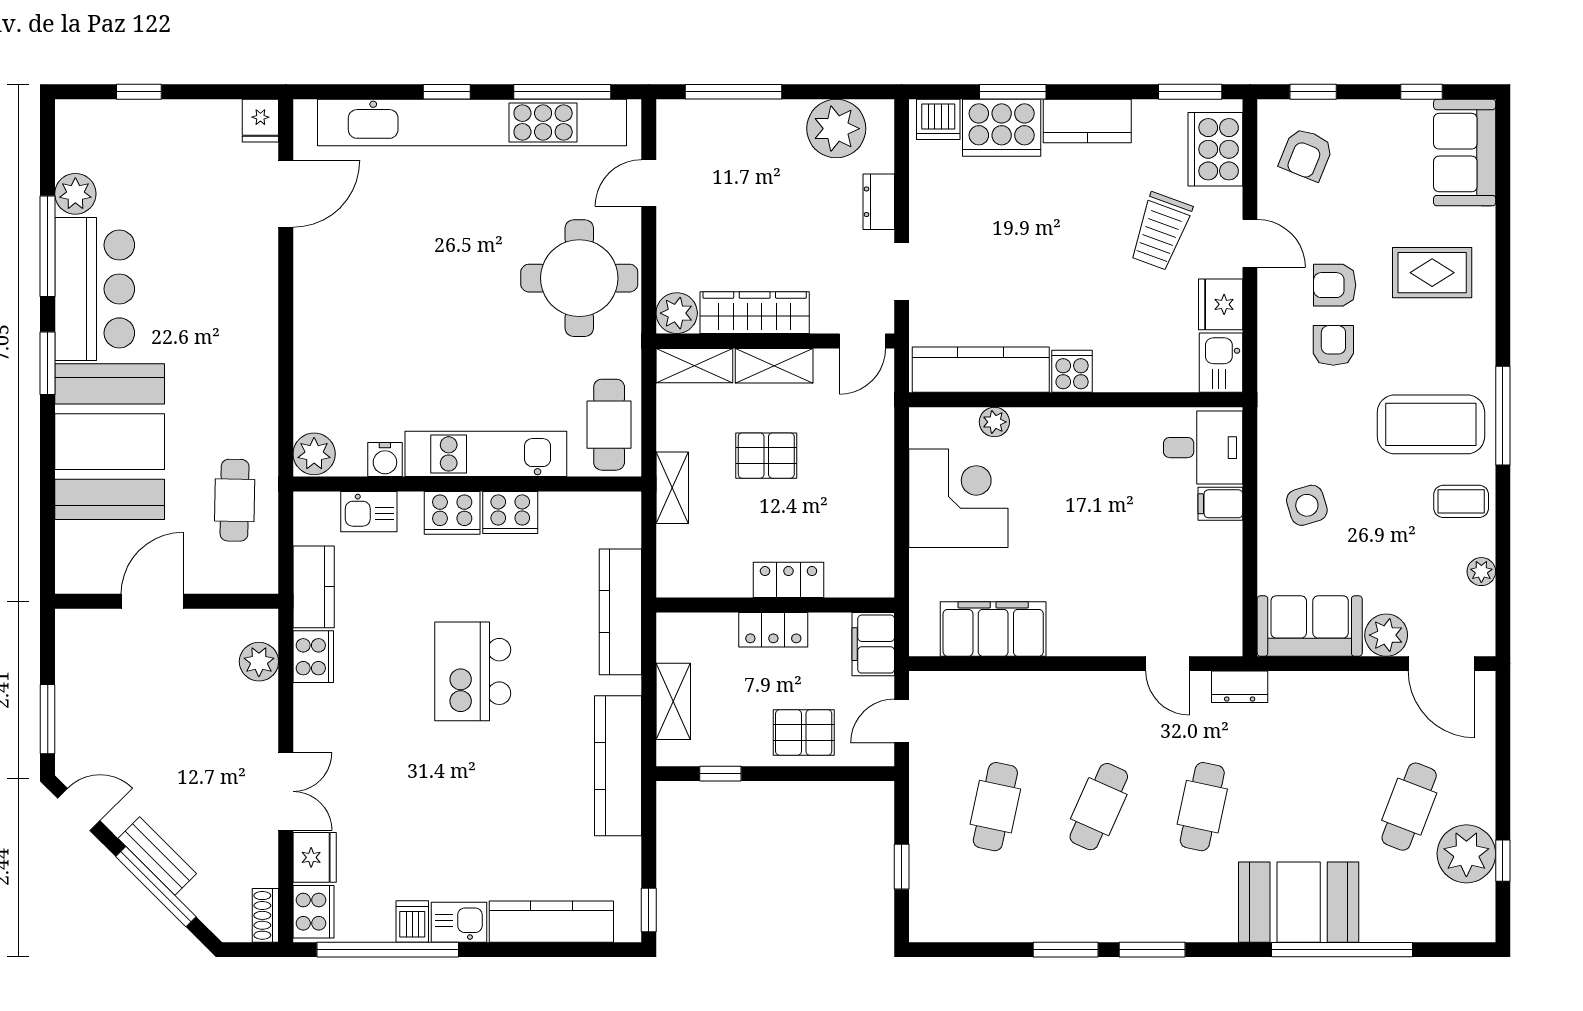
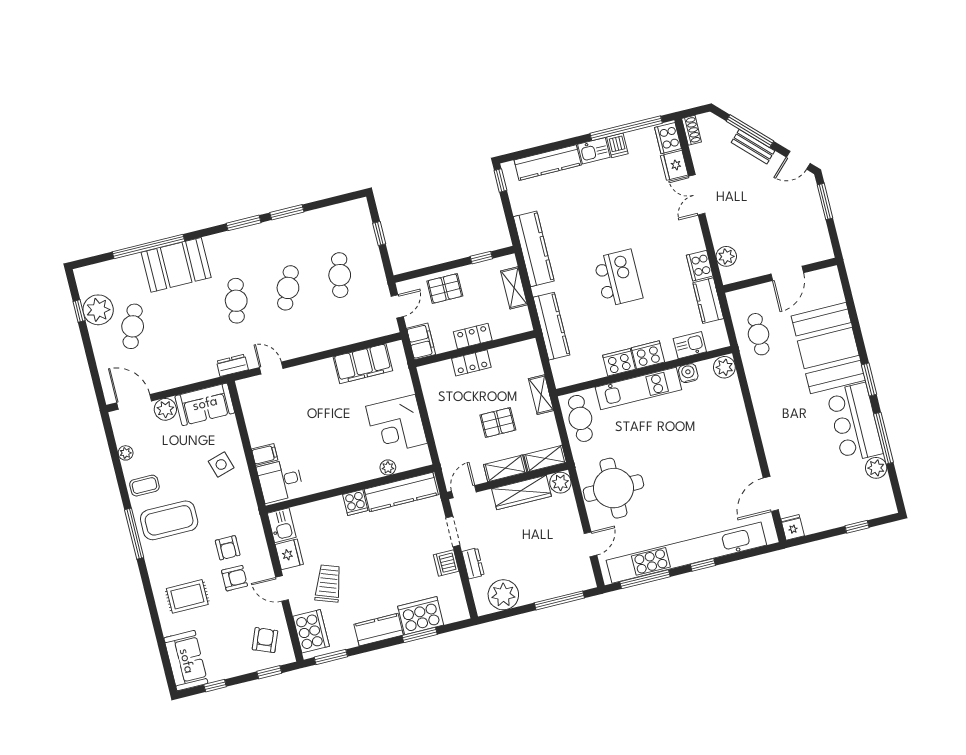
dishwasher: (938, 119) -> (446, 563), moved, turned -90

